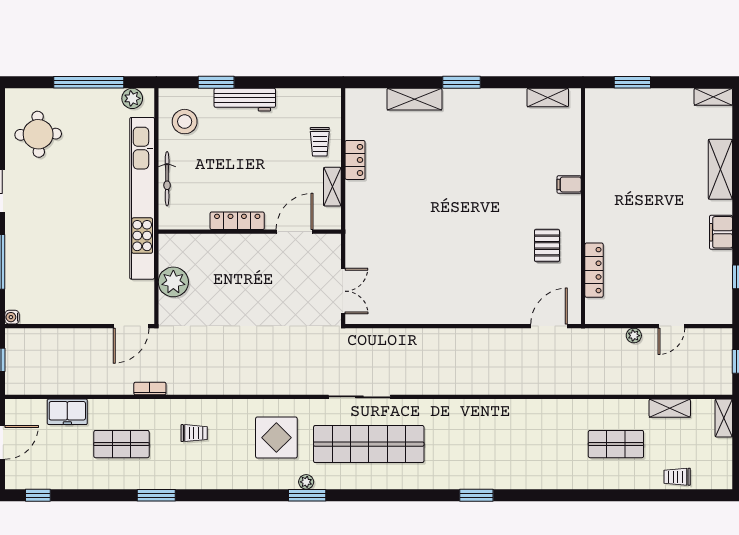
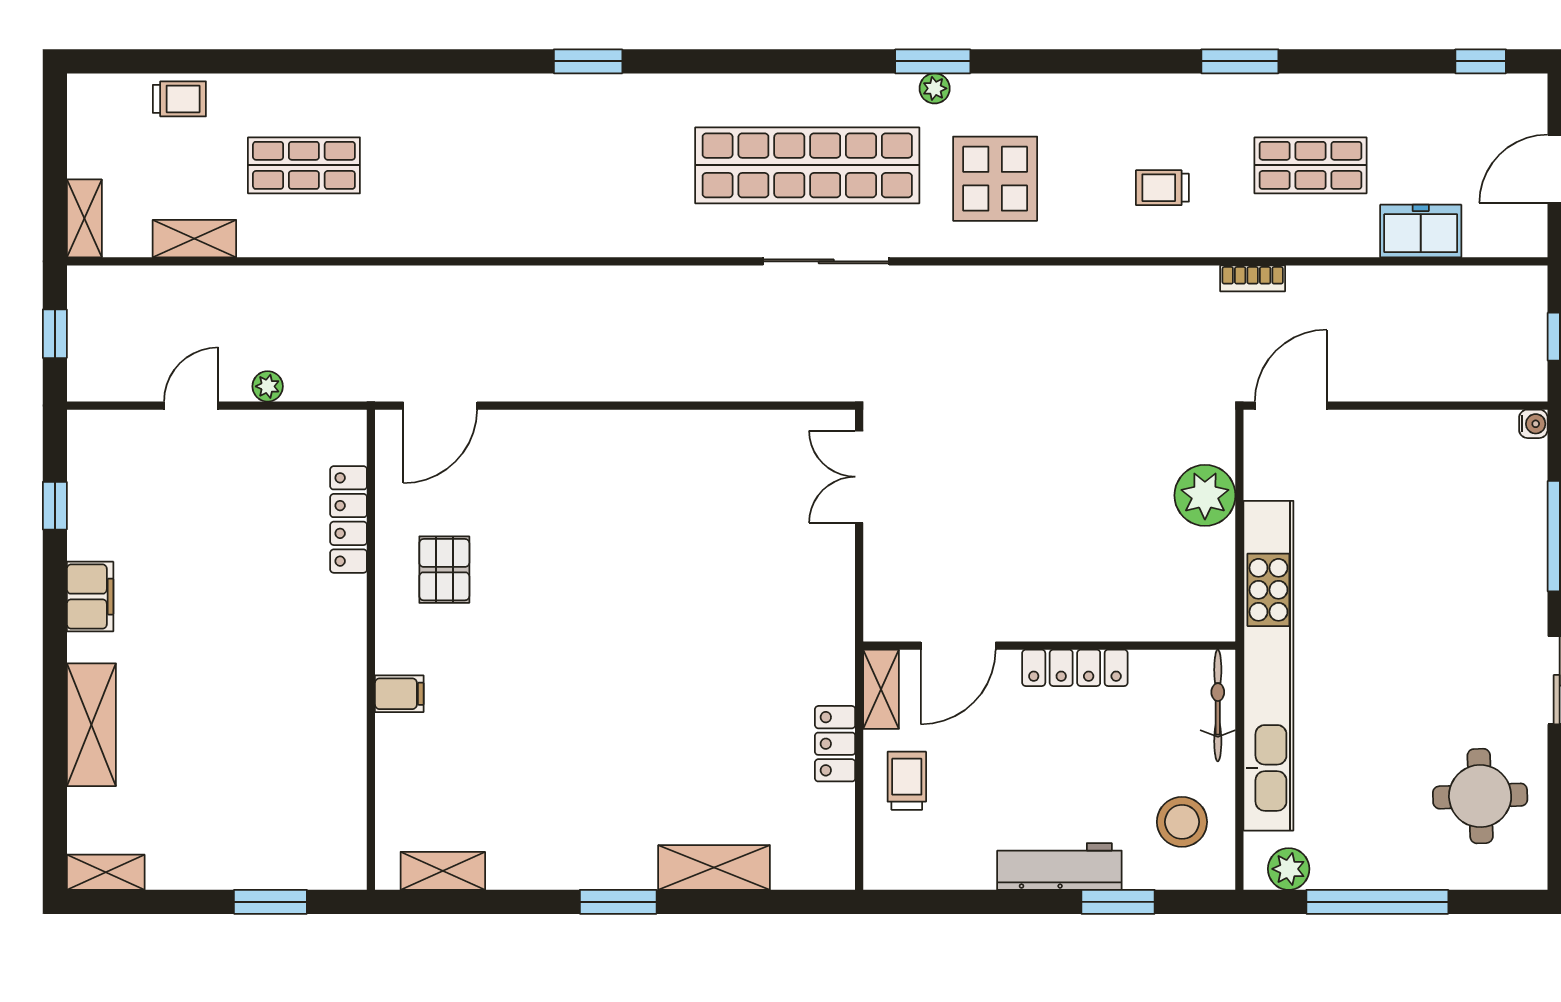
locker: (237, 221) -> (1075, 668), moved
wall: (250, 232) -> (1049, 646), moved
door: (295, 232) -> (958, 646), moved

